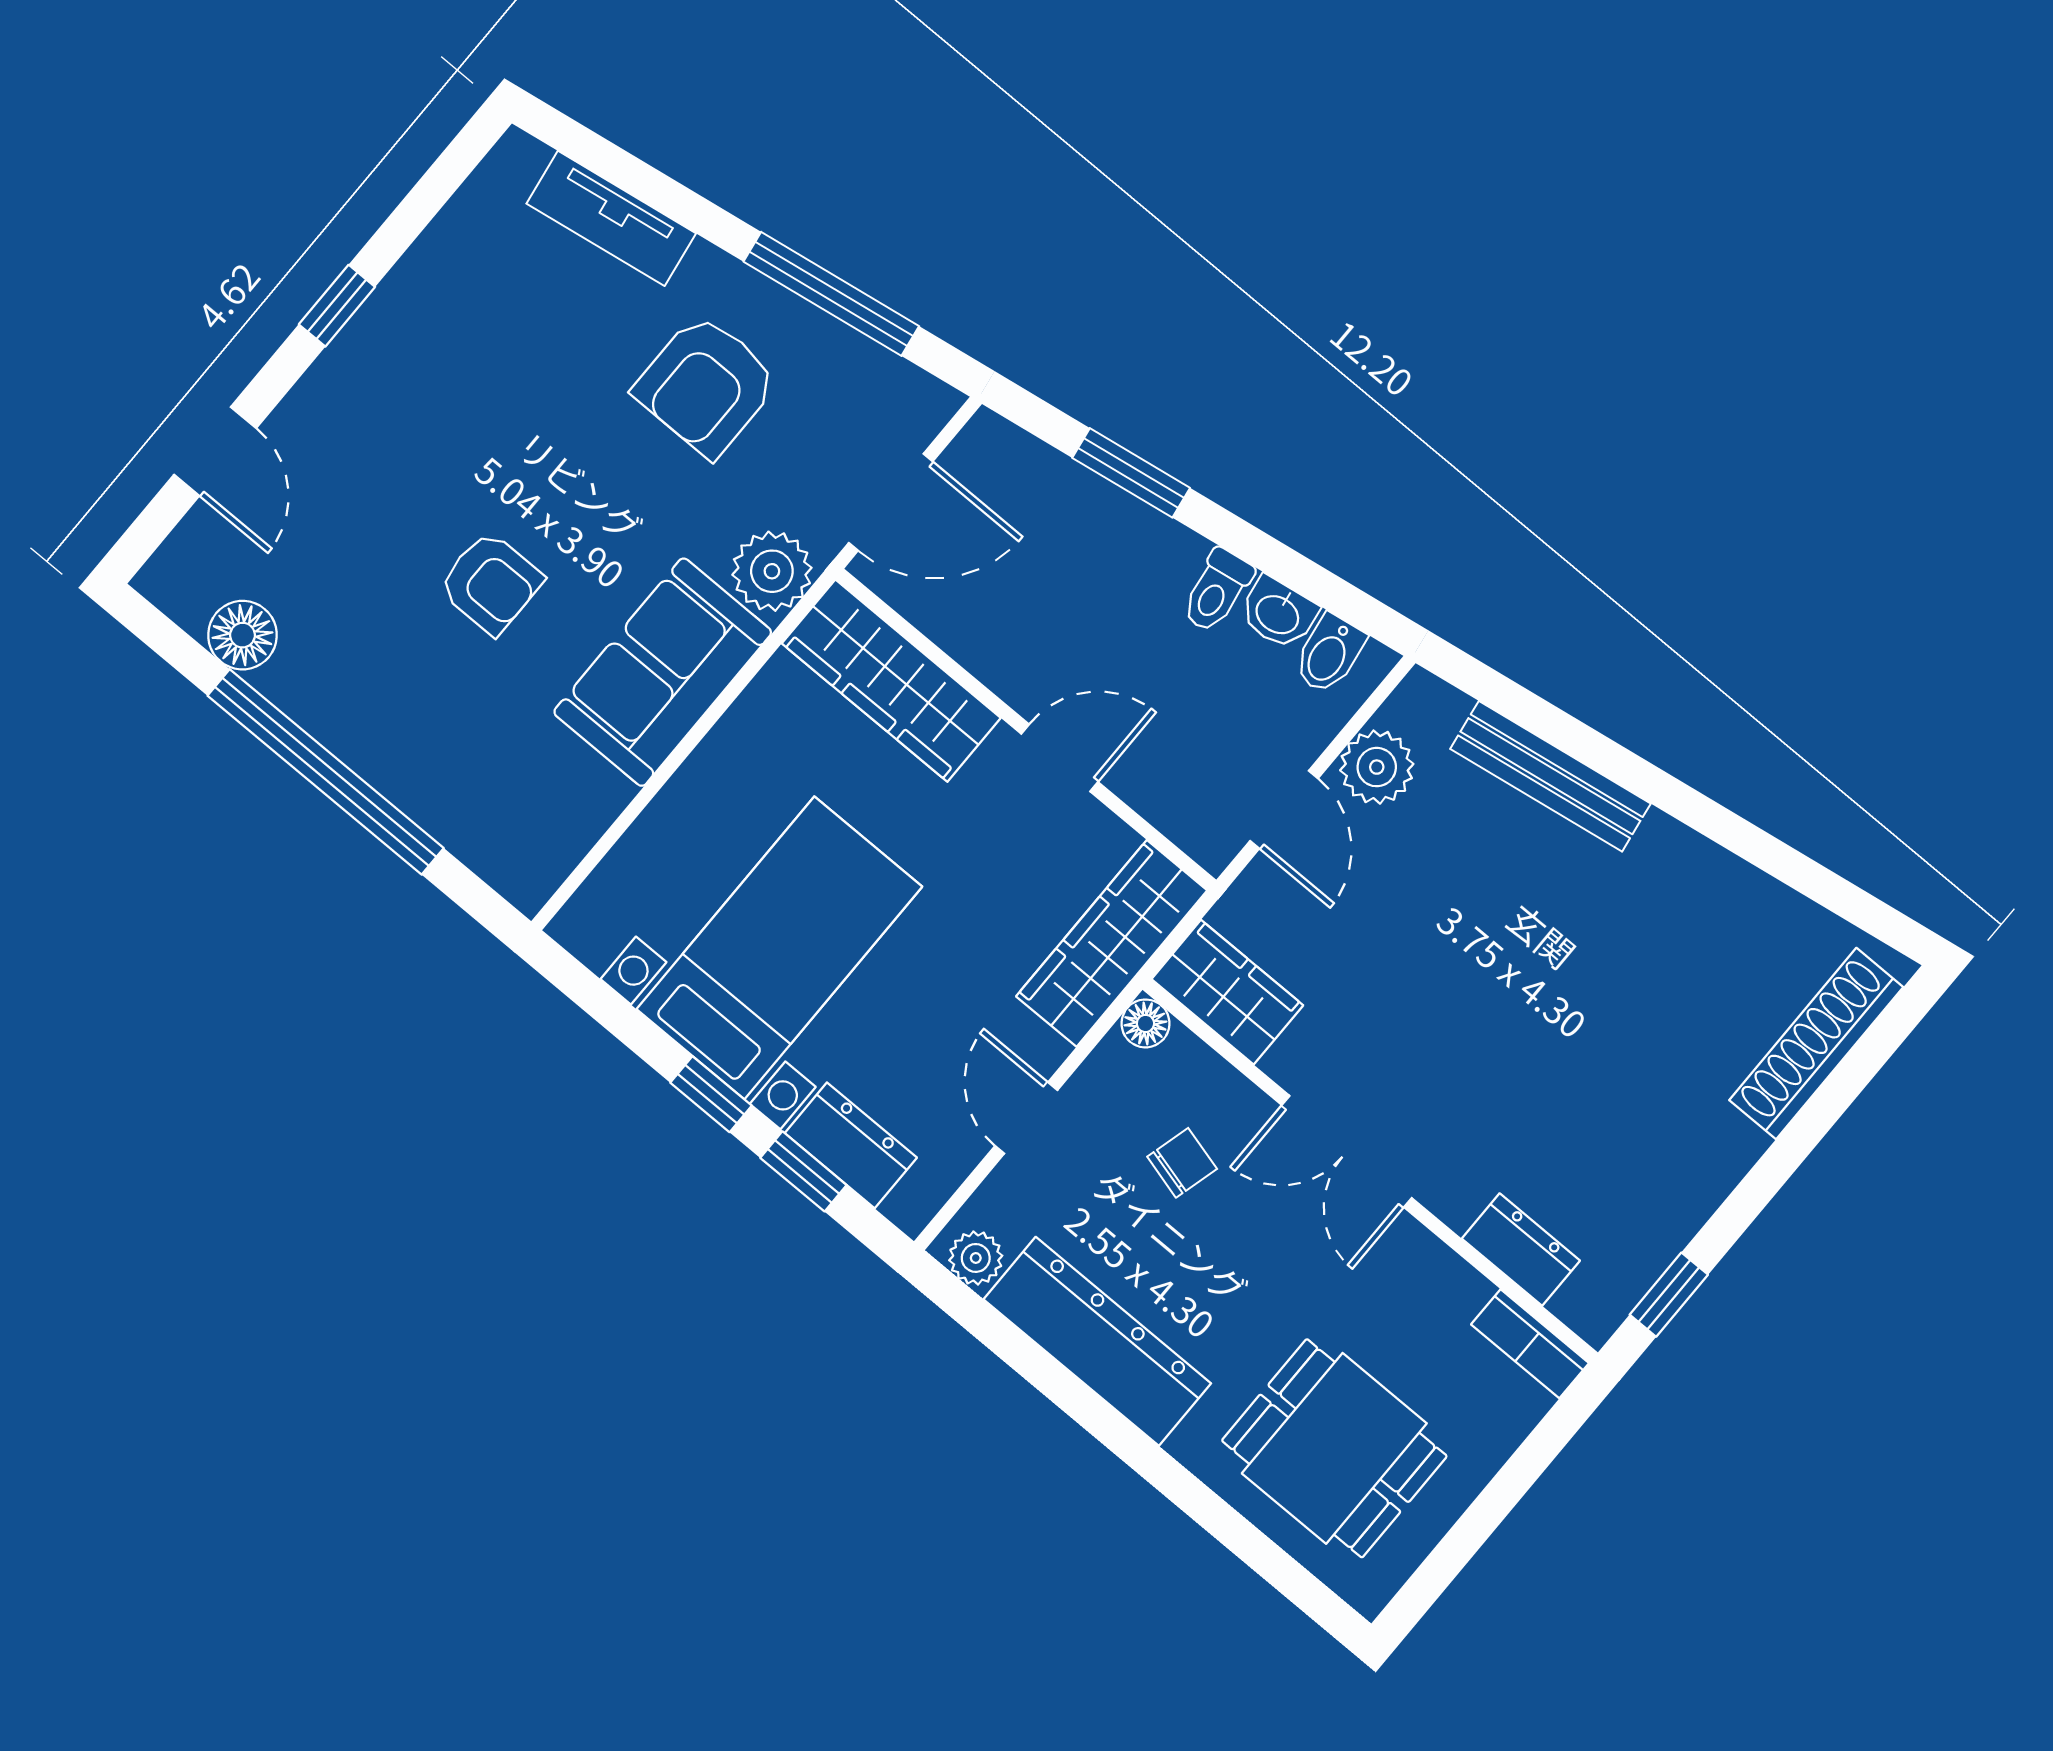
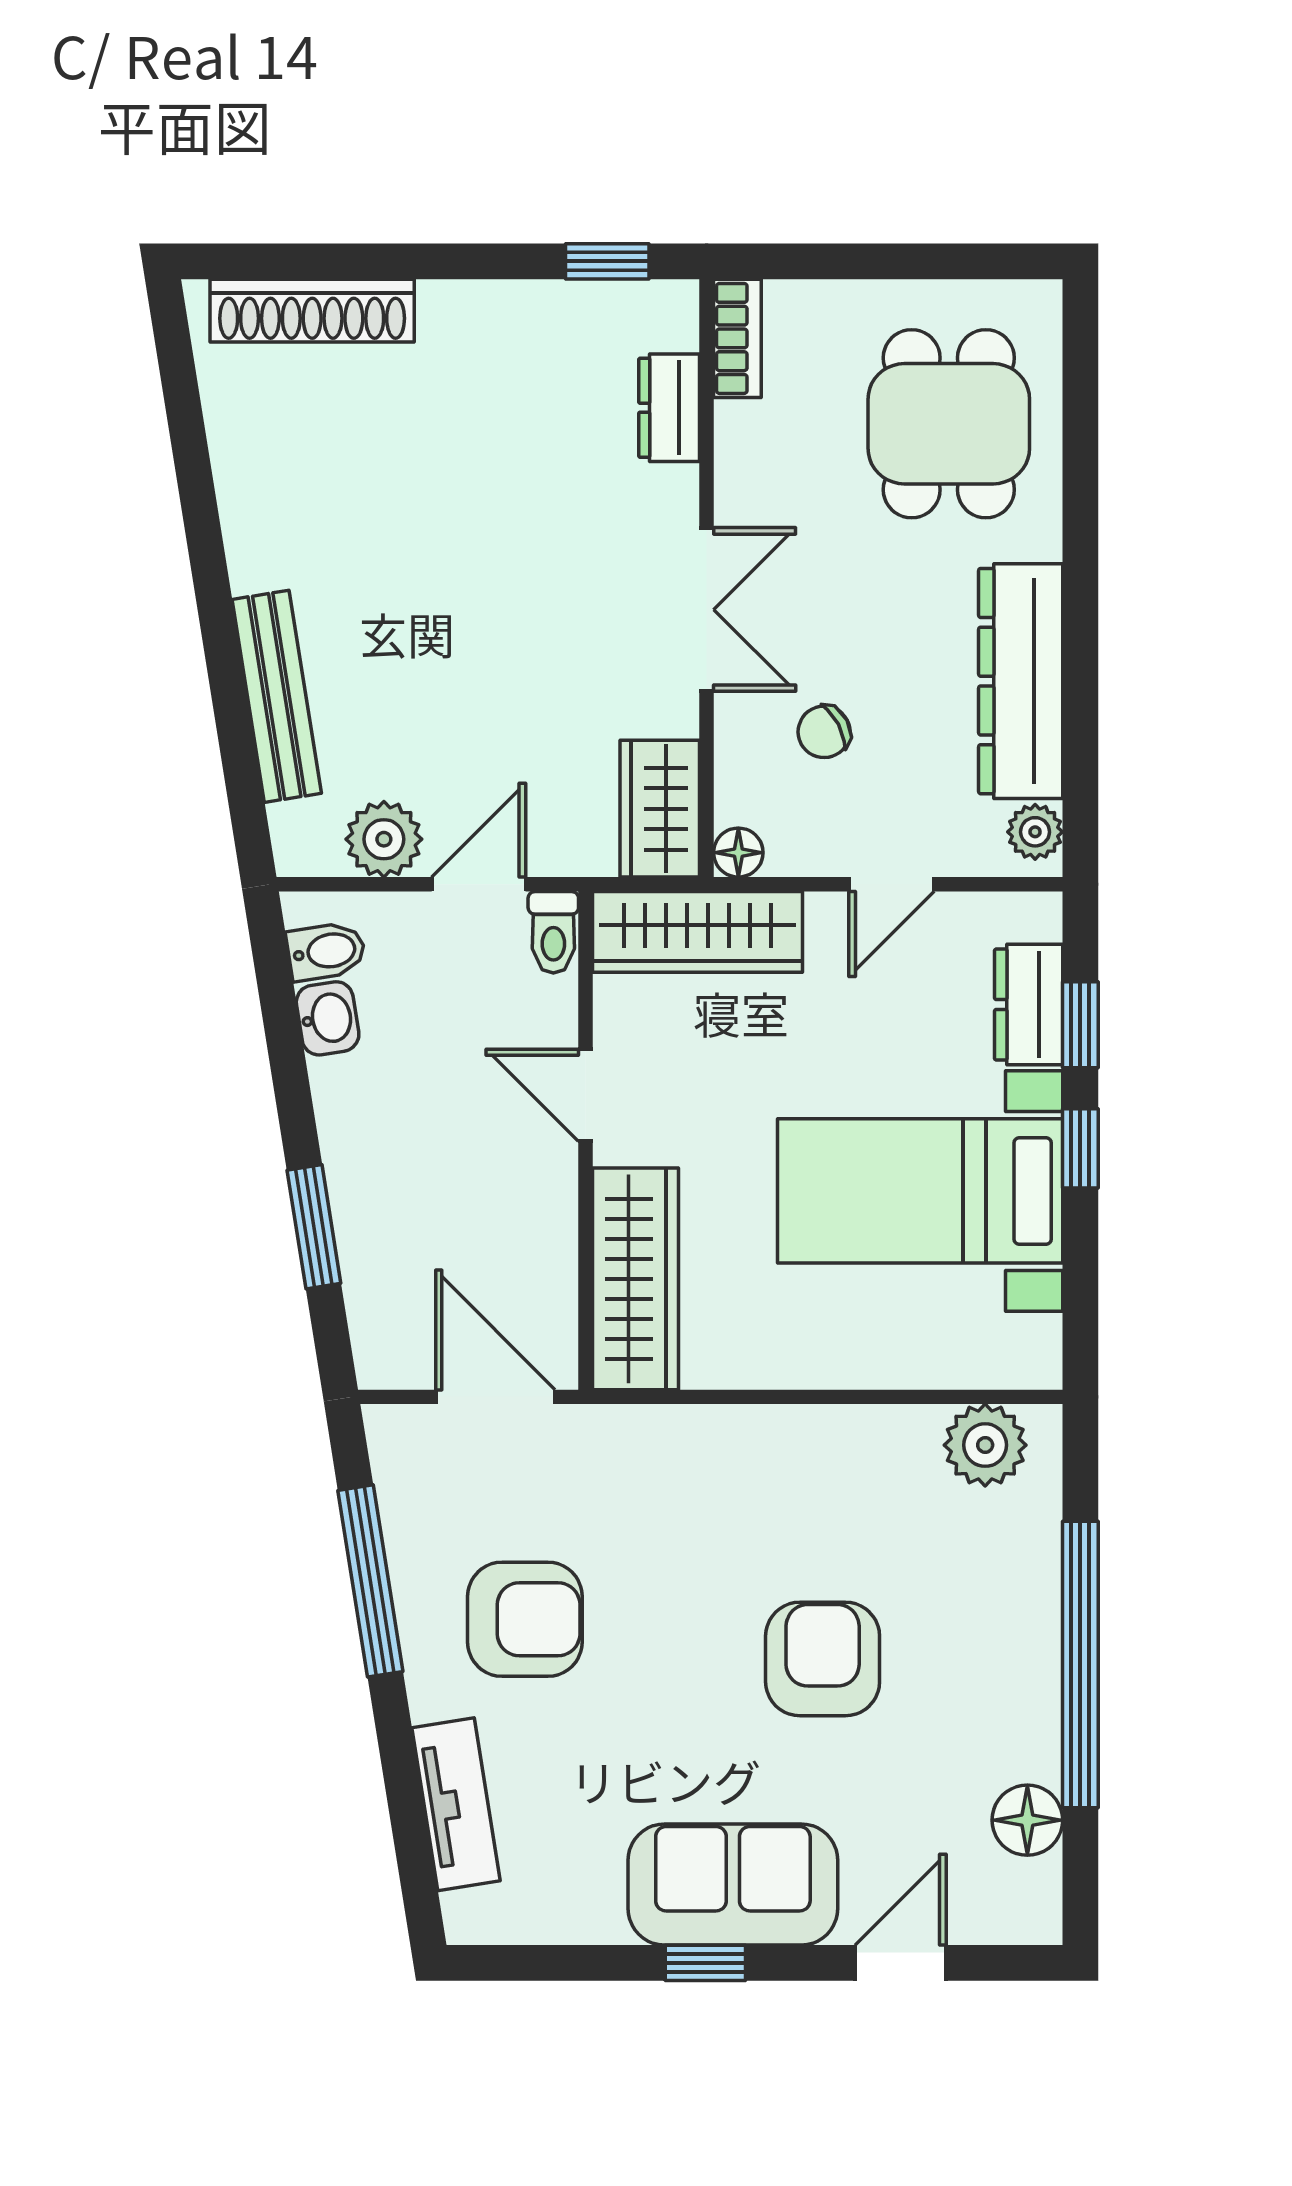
plant: (772, 571) -> (985, 1445), moved
armchair: (491, 583) -> (823, 1659), width x1.38, depth x1.38
toilet: (1217, 591) -> (553, 932), moved, turned 99
sofa: (663, 672) -> (733, 1884), moved, turned 180
chair: (1182, 1163) -> (824, 732), turned -43

